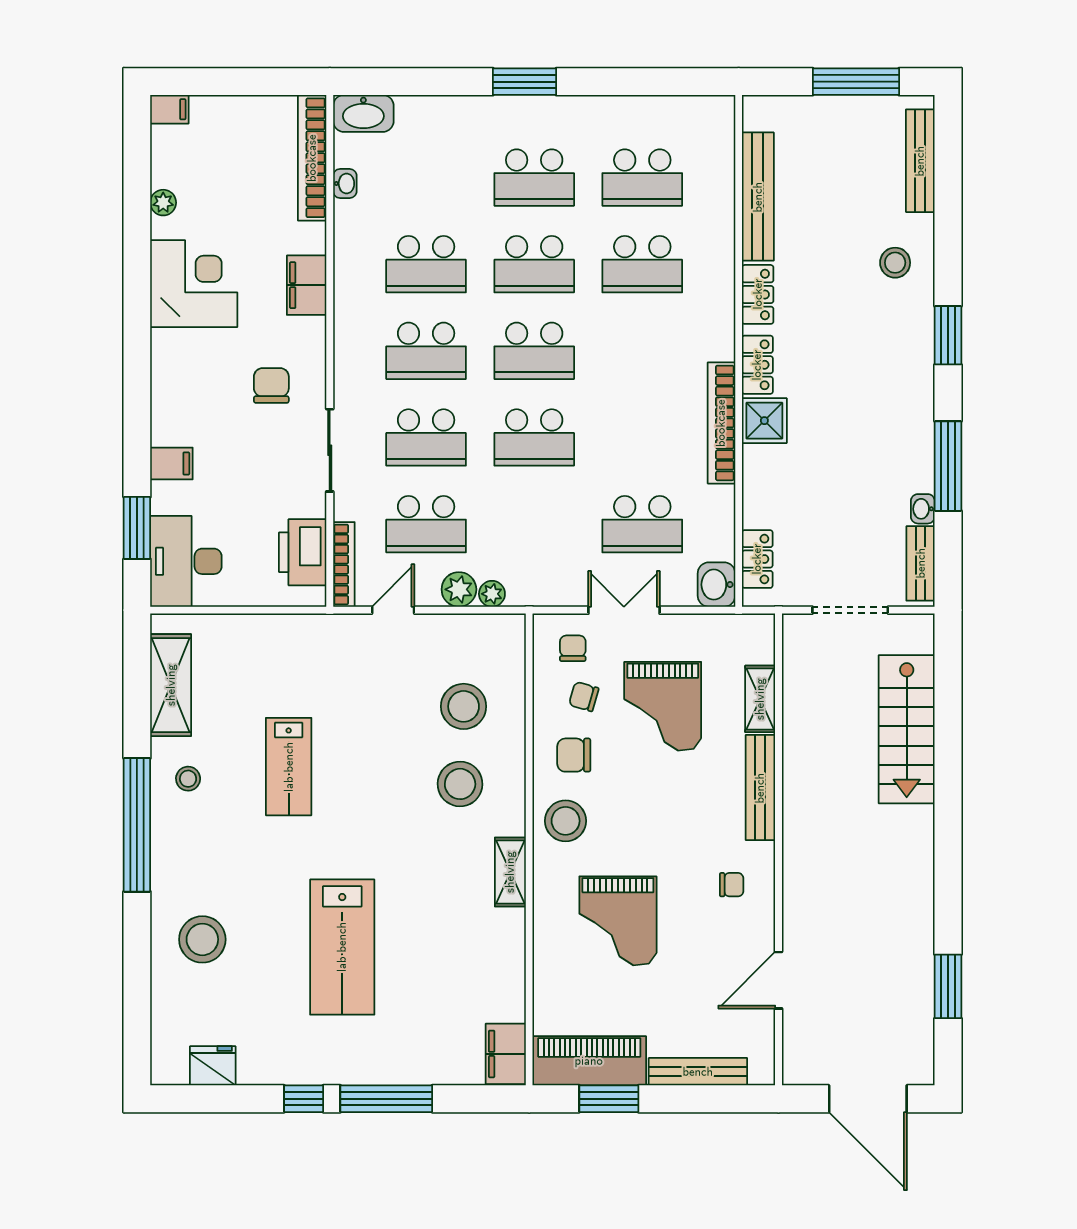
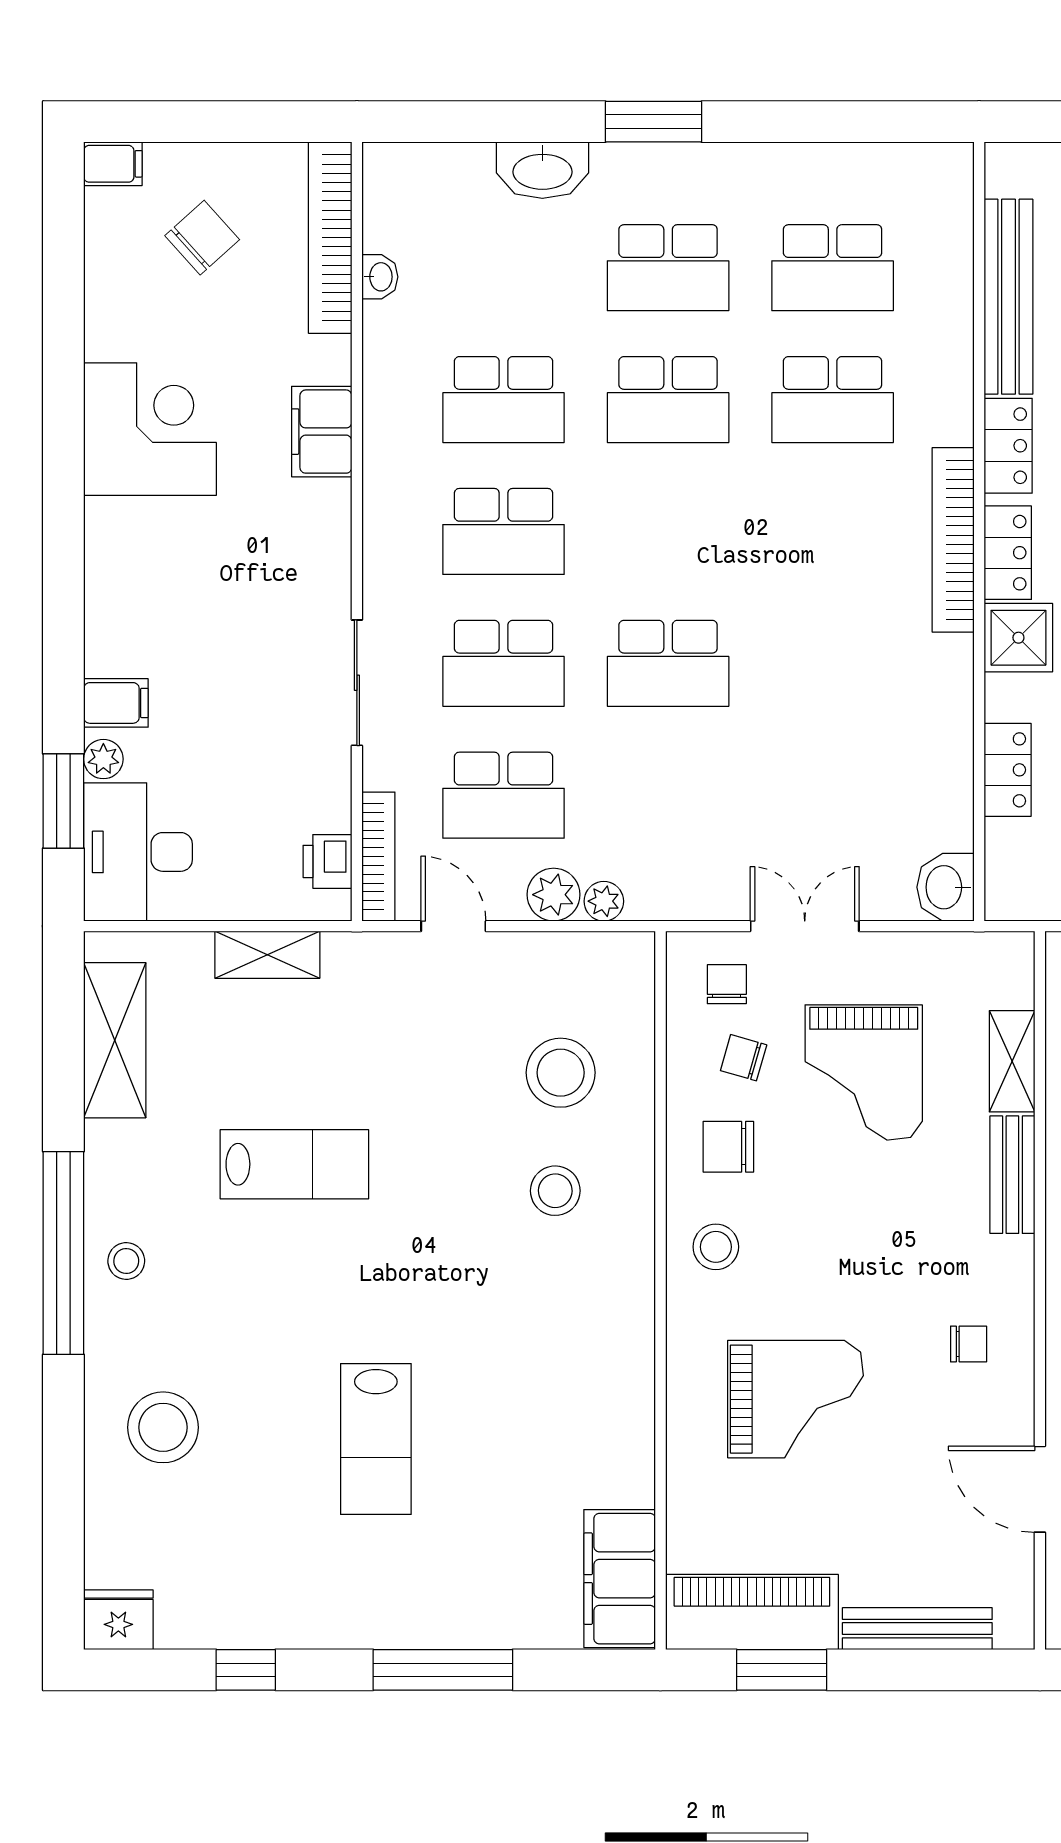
washbasin: (363, 113) -> (542, 170), moved
plant: (163, 203) -> (103, 759), moved
school desk: (534, 351) -> (668, 531), removed
chair: (271, 386) -> (202, 238), moved, turned 48
bookcase: (721, 423) -> (953, 540), moved
school desk: (642, 524) -> (833, 795), removed
printer: (303, 552) -> (327, 861), width x0.53, depth x0.68
locker: (757, 559) -> (1008, 770), moved
door: (393, 610) -> (453, 926), hinge flipped
lab bench: (289, 767) -> (294, 1164), turned -90
stool: (188, 779) -> (126, 1261), moved
stool: (460, 784) -> (555, 1191), width x0.73, depth x0.73
bench: (760, 788) -> (1012, 1175), width x0.73
stool: (566, 821) -> (716, 1247), width x0.73, depth x0.73
shelving: (510, 872) -> (267, 955), moved, turned 90
grand piano: (618, 921) -> (796, 1399), turned -90
lab bench: (342, 947) -> (376, 1439), width x0.73, depth x0.72
door: (778, 980) -> (1040, 1489), hinge flipped
filing cabinet: (506, 1054) -> (620, 1579), width x1.50, depth x1.17
fridge: (213, 1066) -> (118, 1620), moved
window: (304, 1099) -> (246, 1670), moved

